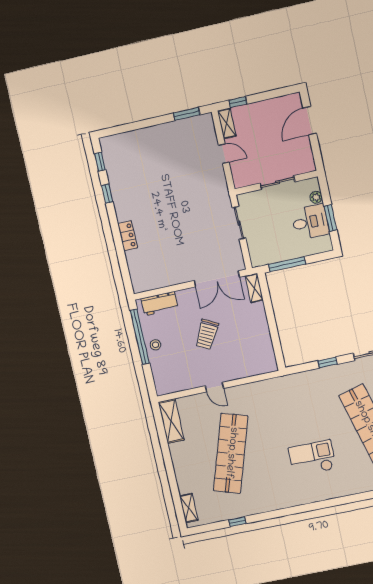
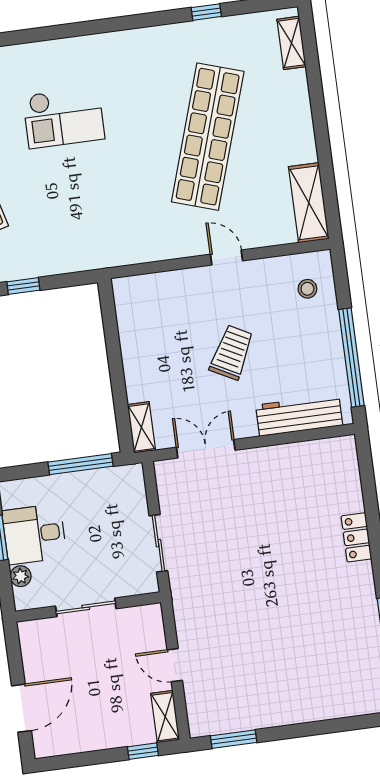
double door: (217, 279) -> (206, 449), width x0.73
workbench: (160, 303) -> (299, 415), width x1.38
stool: (155, 345) -> (307, 289), moved

